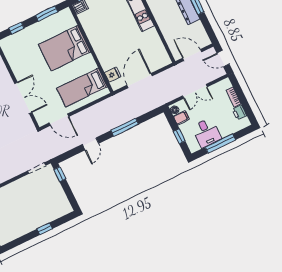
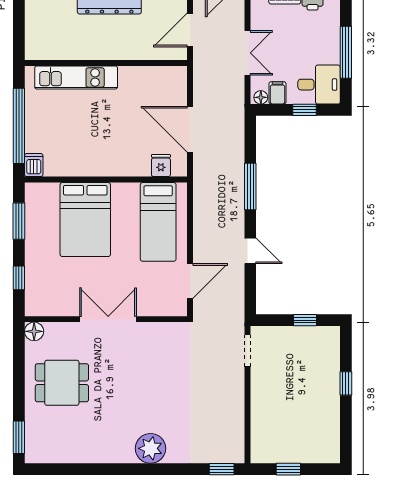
double door: (23, 98) -> (108, 319), moved
desk: (206, 133) -> (319, 85), moved
window: (60, 174) -> (305, 320), moved

